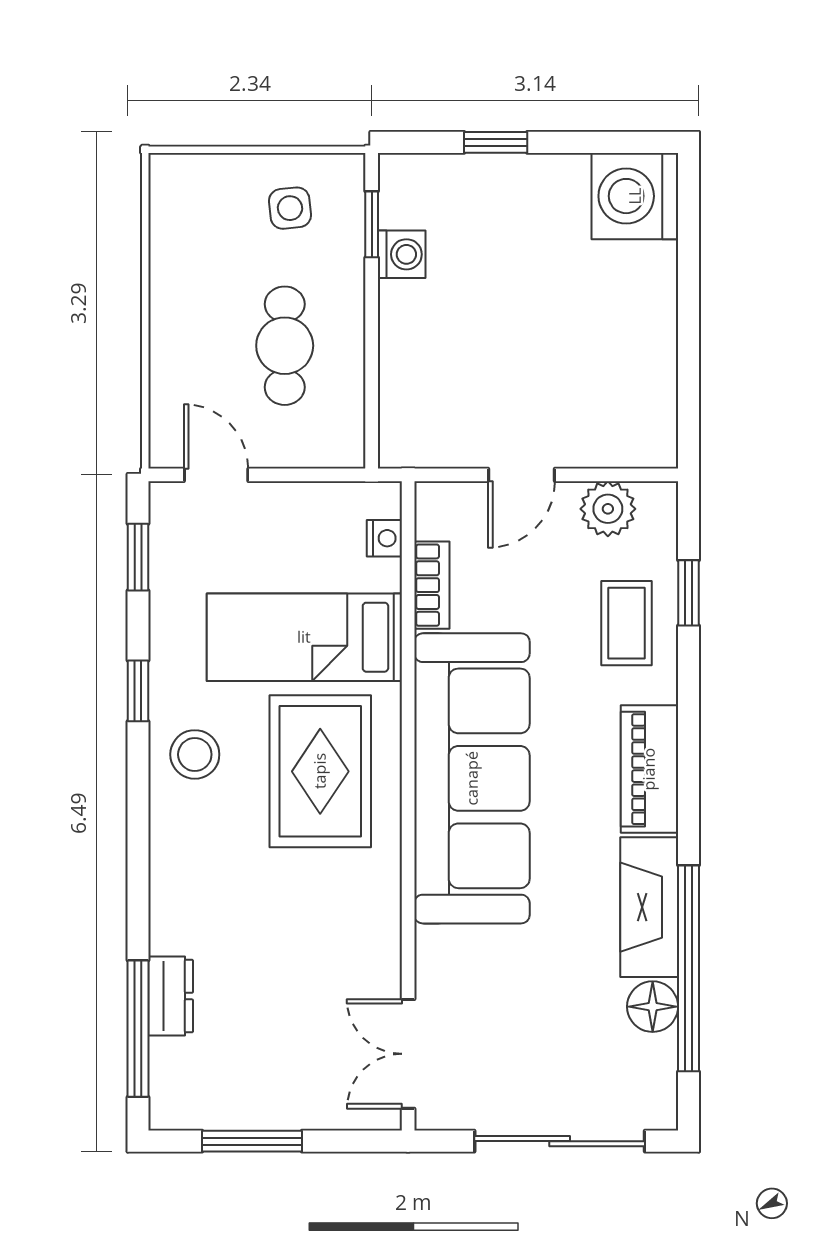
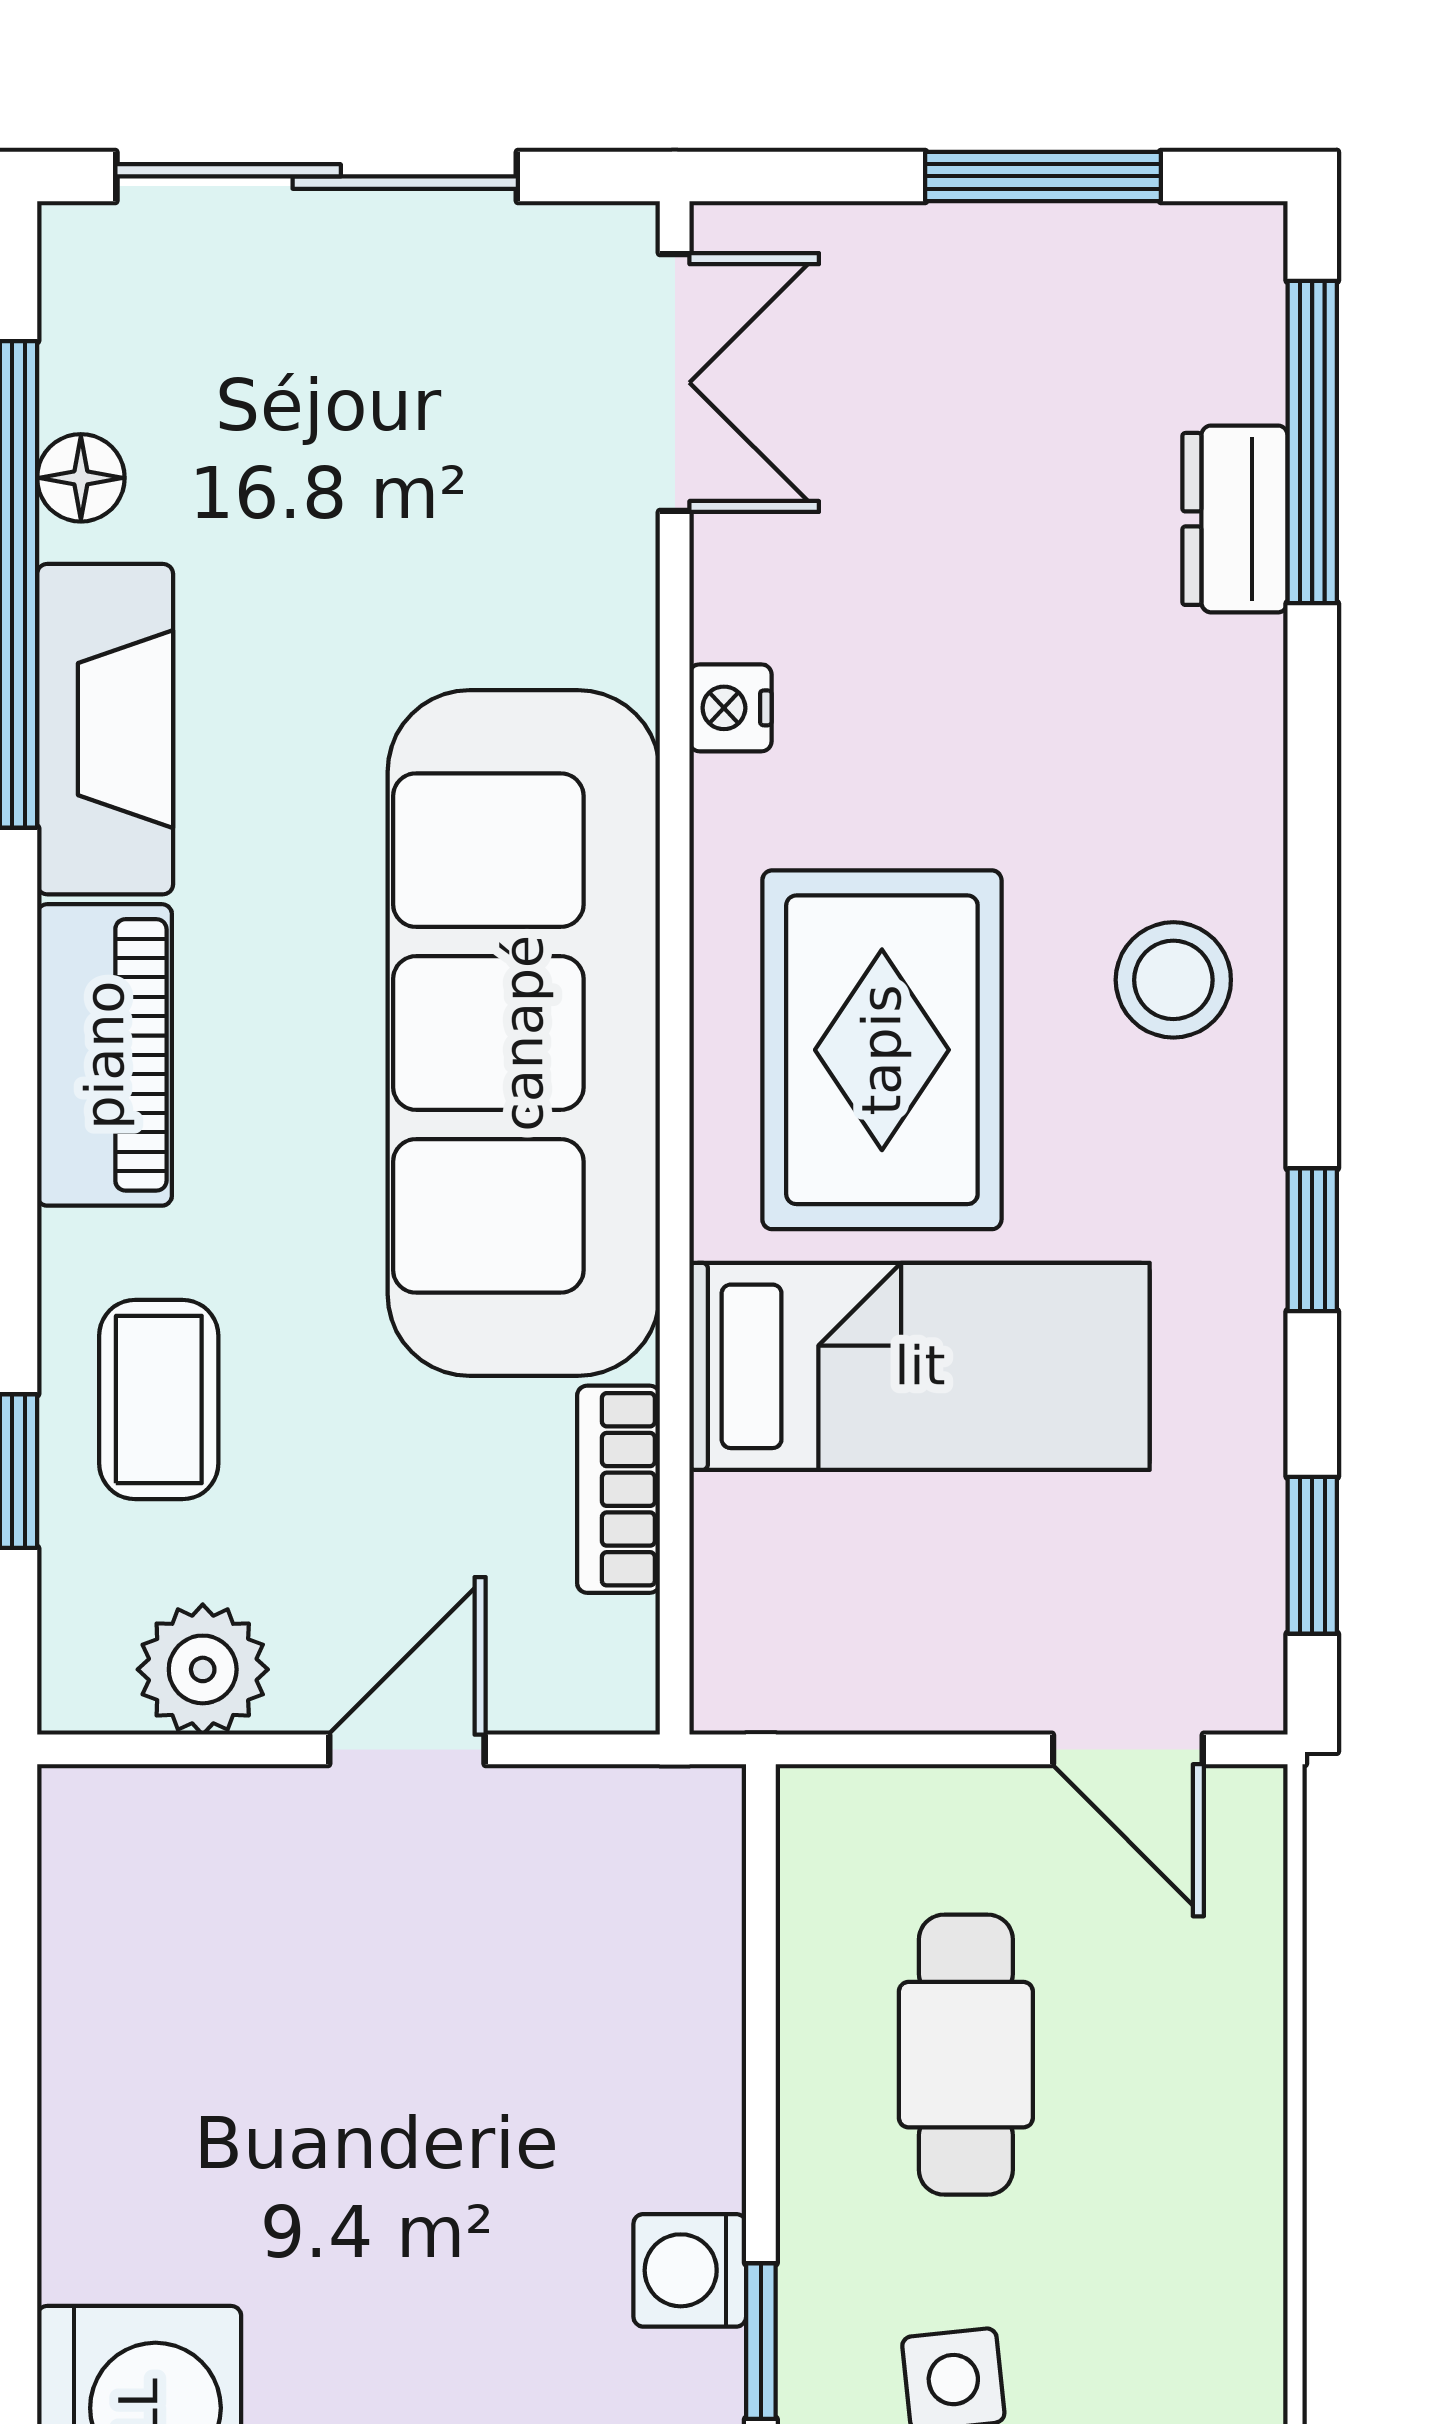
nightstand: (384, 538) -> (730, 708), moved
stool: (195, 754) -> (1173, 980), moved
floor lamp: (653, 1007) -> (81, 478), width x0.73, depth x0.73

